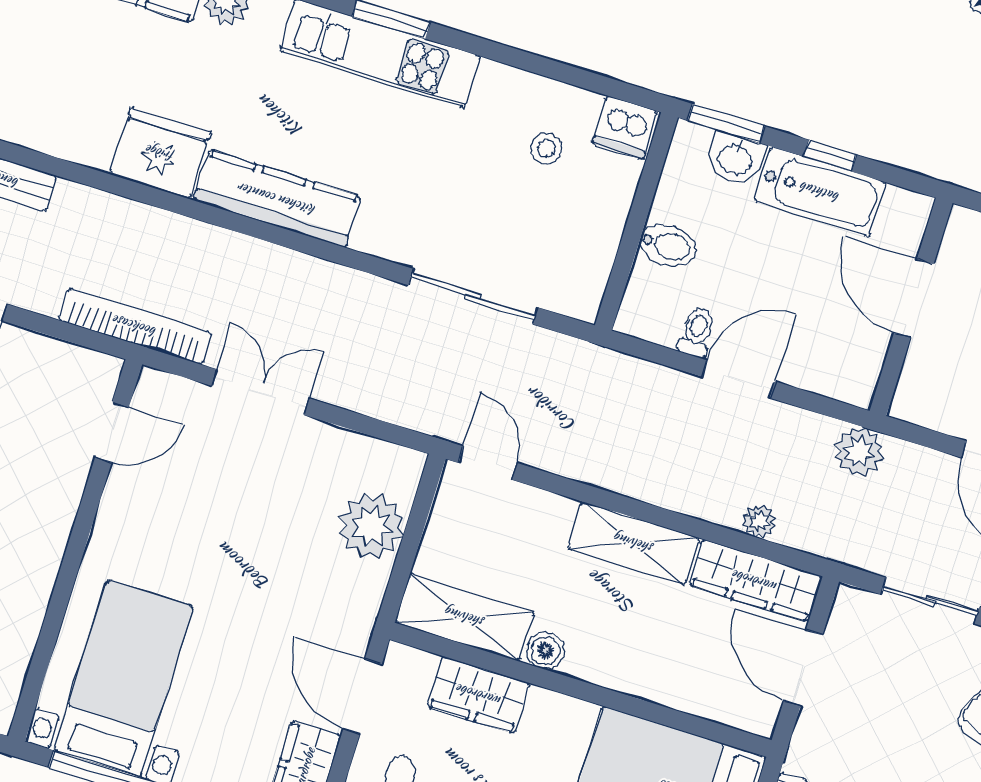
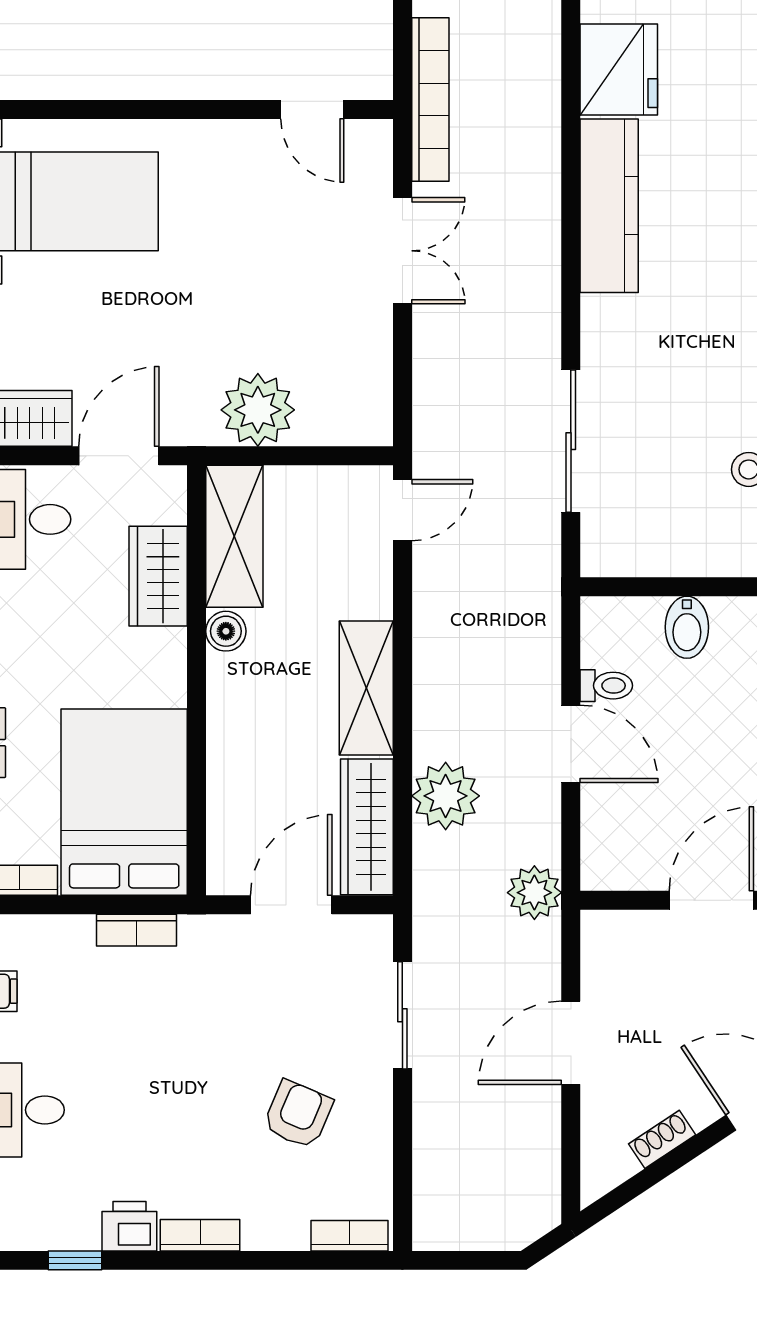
plant: (759, 521) -> (446, 796), width x1.87, depth x1.87
plant: (371, 526) -> (258, 410), moved

